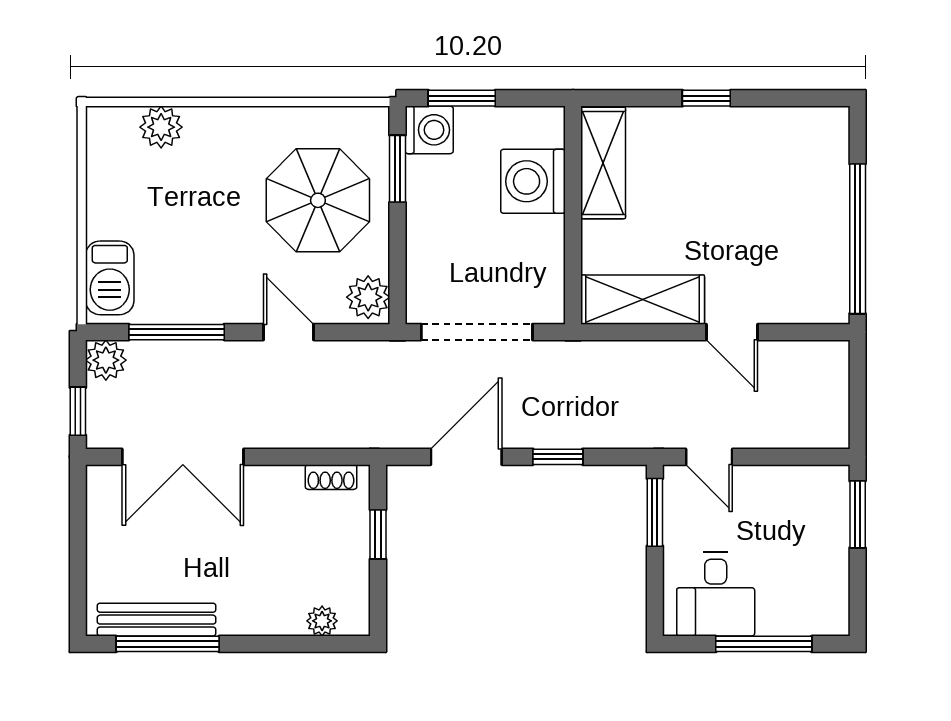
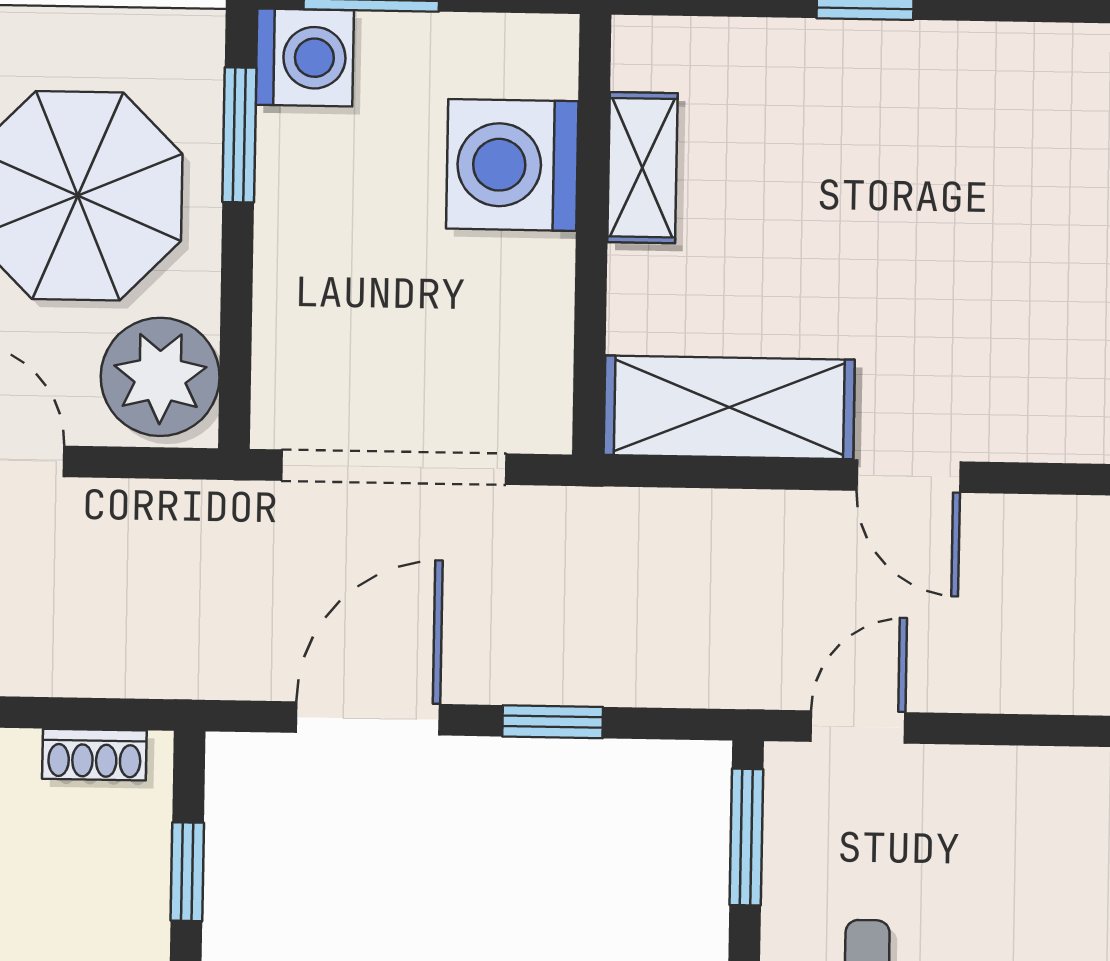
shelving: (603, 163) -> (642, 168), width x0.67, depth x0.75
plant: (368, 297) -> (160, 377), width x1.36, depth x1.36
door: (709, 457) -> (858, 727), swing flipped

